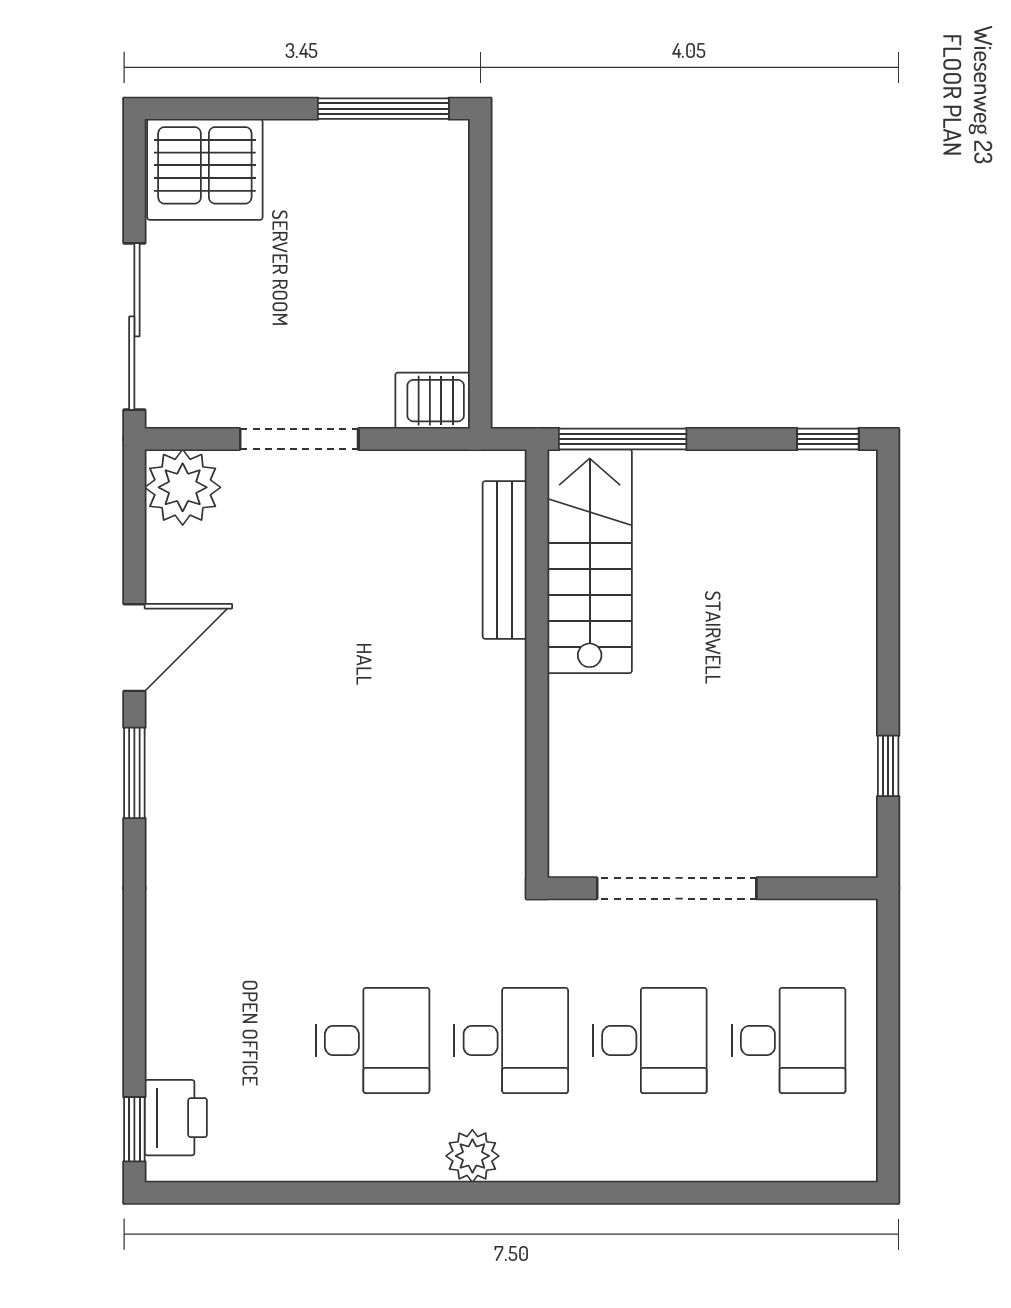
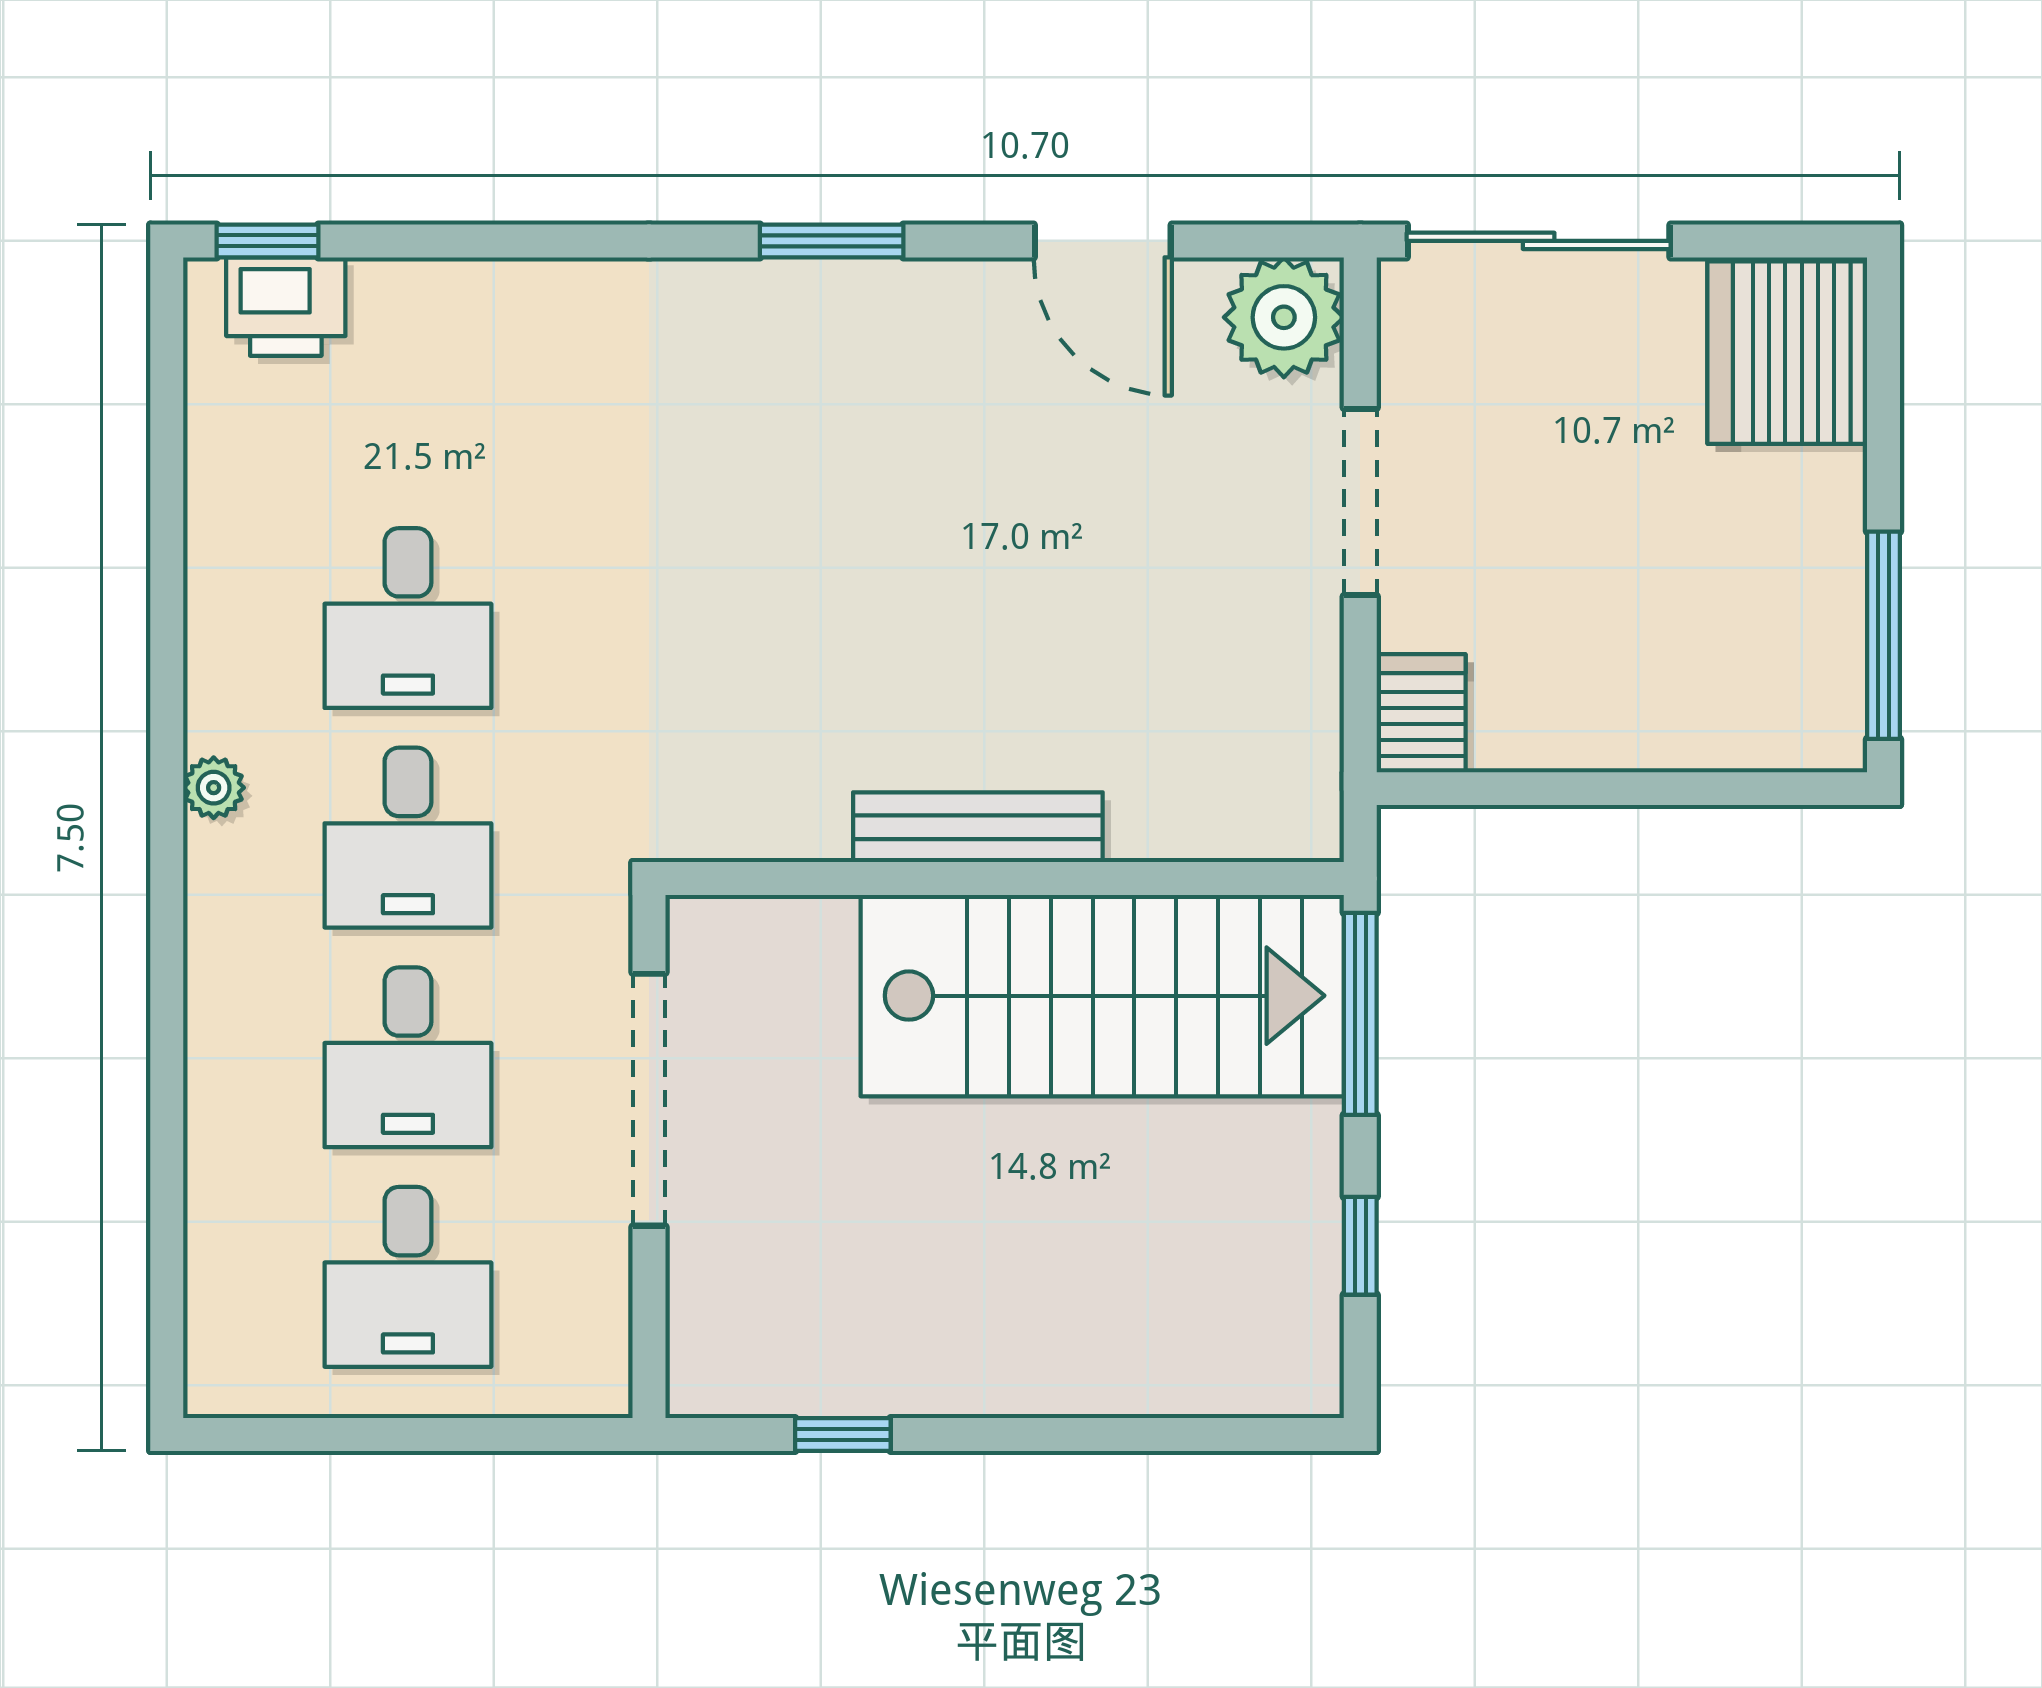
window: (828, 439) -> (1360, 1246), moved
bench: (505, 560) -> (978, 827), moved
stairs: (590, 561) -> (1102, 996), width x1.36, depth x1.51
door: (134, 648) -> (1103, 241), moved
plant: (472, 1156) -> (214, 788), width x0.73, depth x0.73

